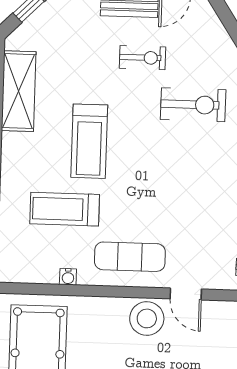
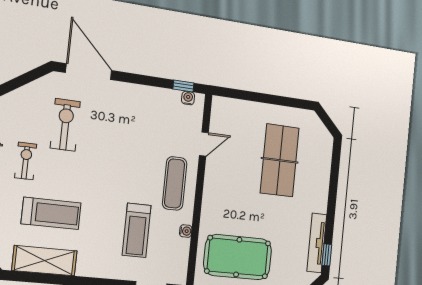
treadmill: (89, 141) -> (51, 213), moved
stool: (147, 318) -> (219, 174), removed

